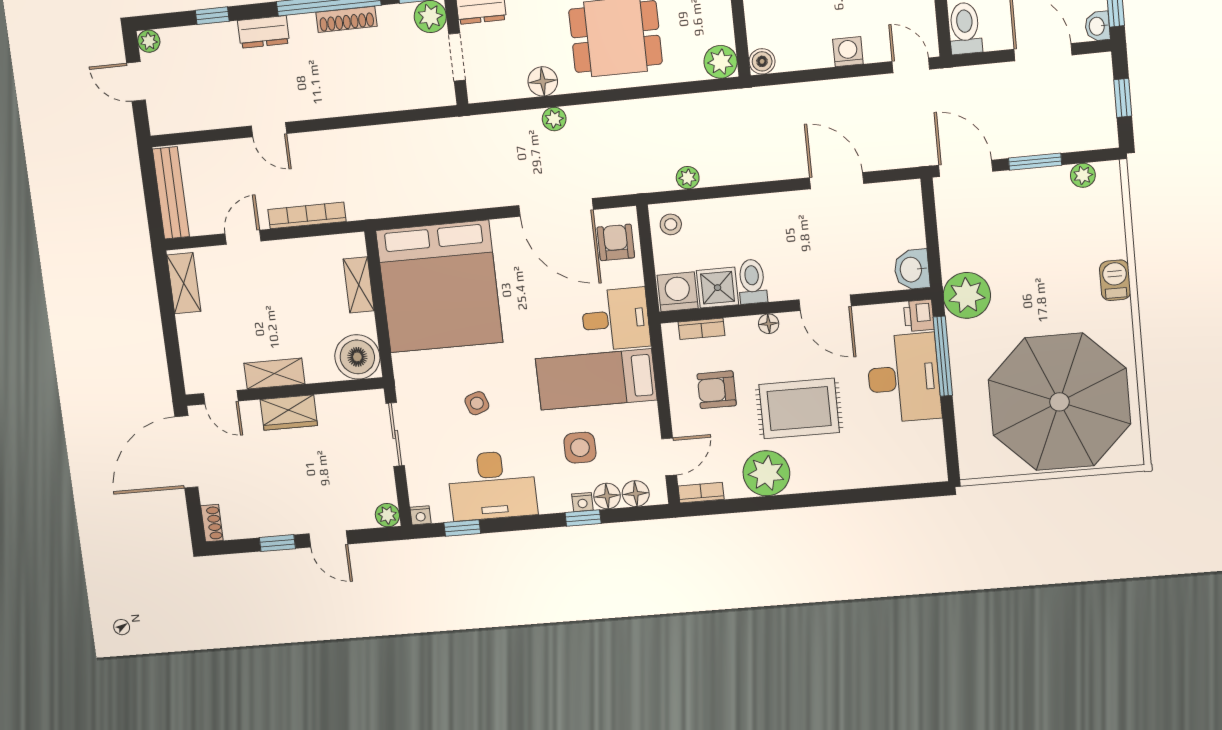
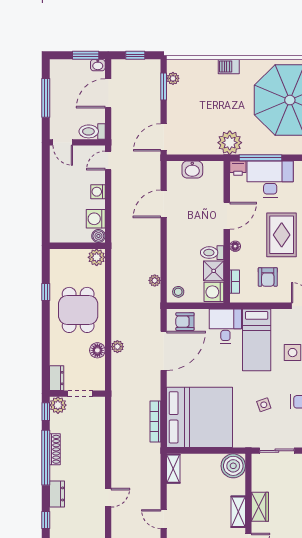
washing machine: (795, 53) -> (96, 219), added
window: (1035, 162) -> (164, 87), moved
bookcase: (307, 215) -> (155, 421), moved
washbasin: (912, 269) -> (192, 170), moved
shelving: (359, 285) -> (173, 469), moved, turned 90

